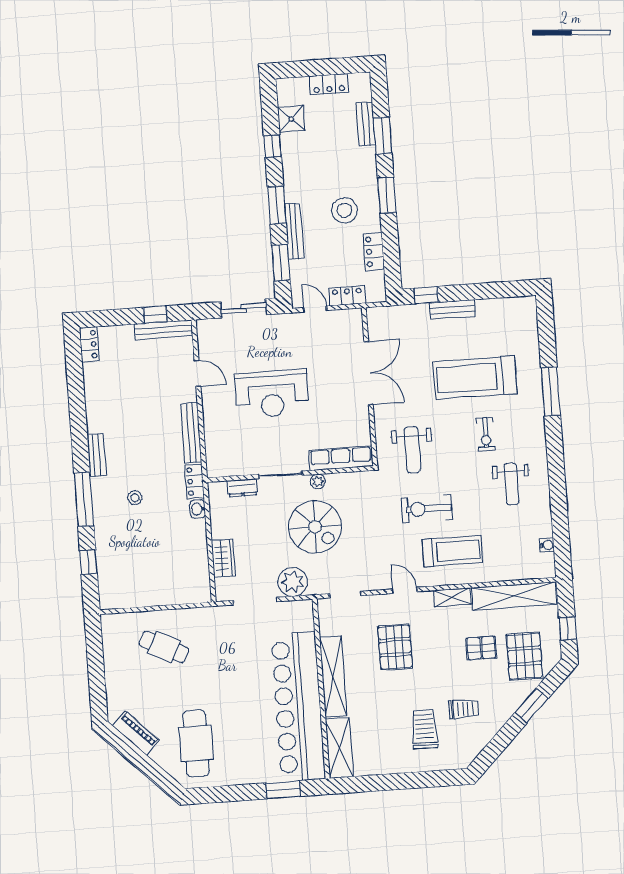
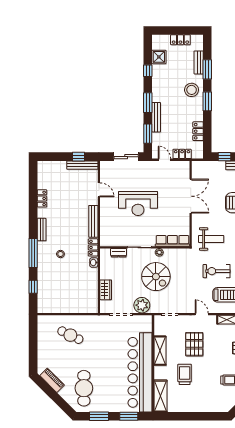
stool: (344, 210) -> (192, 90), moved
locker: (89, 344) -> (42, 198), moved
weight bench: (412, 450) -> (211, 239), turned -90
shelving: (333, 677) -> (160, 351), width x0.68
trolley: (424, 729) -> (185, 374), moved
window: (228, 794) -> (99, 416), added

